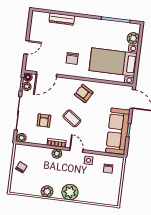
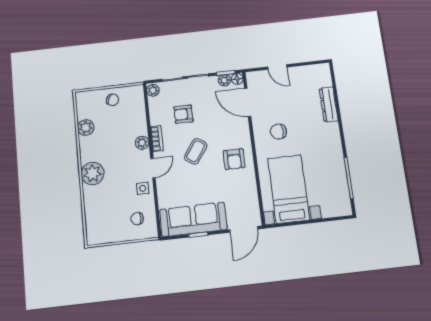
plant: (133, 38) -> (330, 209), removed
armchair: (84, 94) -> (234, 159), turned 150
plant: (47, 191) -> (86, 128), moved

